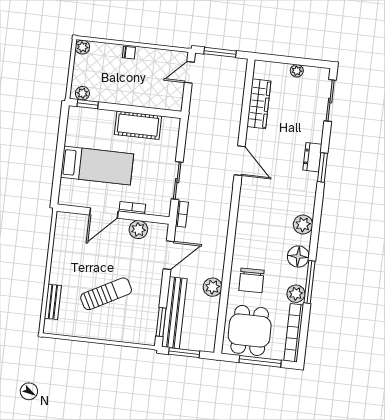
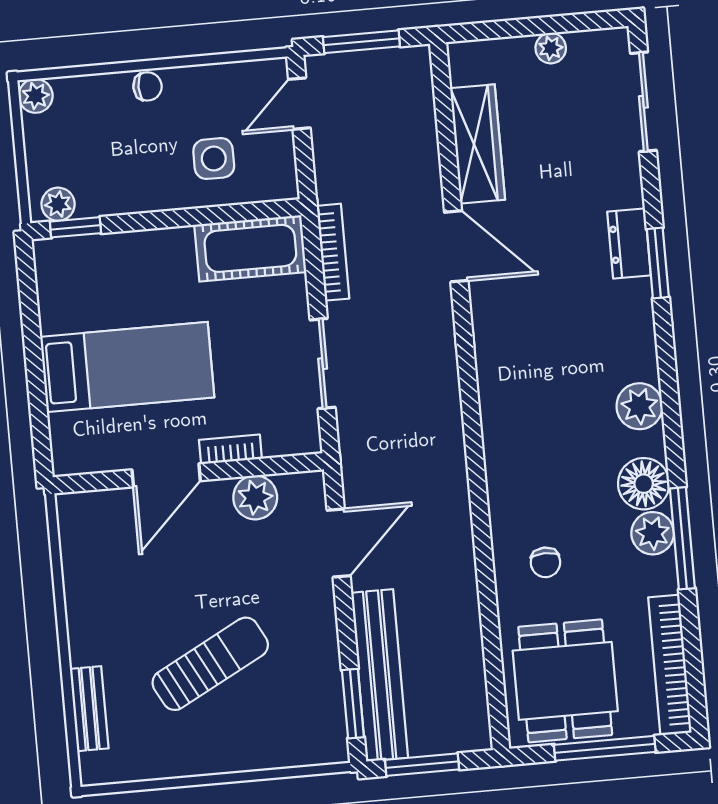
side table: (150, 88) -> (214, 159), added
cot: (138, 125) -> (250, 248), moved
door: (240, 161) -> (456, 246), moved
bookcase: (182, 214) -> (333, 252), moved, width x1.56
chair: (252, 280) -> (545, 562), width x0.54, depth x0.54
plant: (213, 287) -> (457, 597), removed
plant: (296, 294) -> (653, 533), moved

